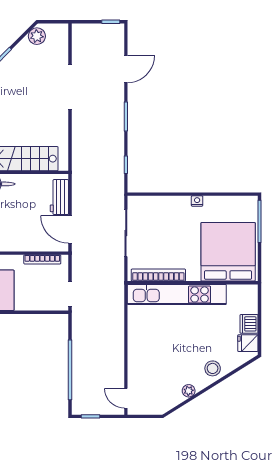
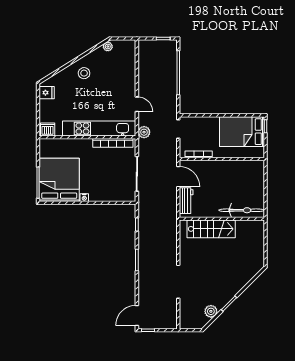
plant: (37, 36) -> (211, 311), moved
door: (126, 69) -> (137, 316), moved
bed: (228, 252) -> (59, 180), moved, turned 180
plant: (116, 290) -> (144, 132), added
dishwasher: (249, 324) -> (48, 129), moved, turned -90
stool: (213, 368) -> (84, 73), moved
plant: (189, 391) -> (108, 47), moved
door: (126, 398) -> (137, 104), moved

